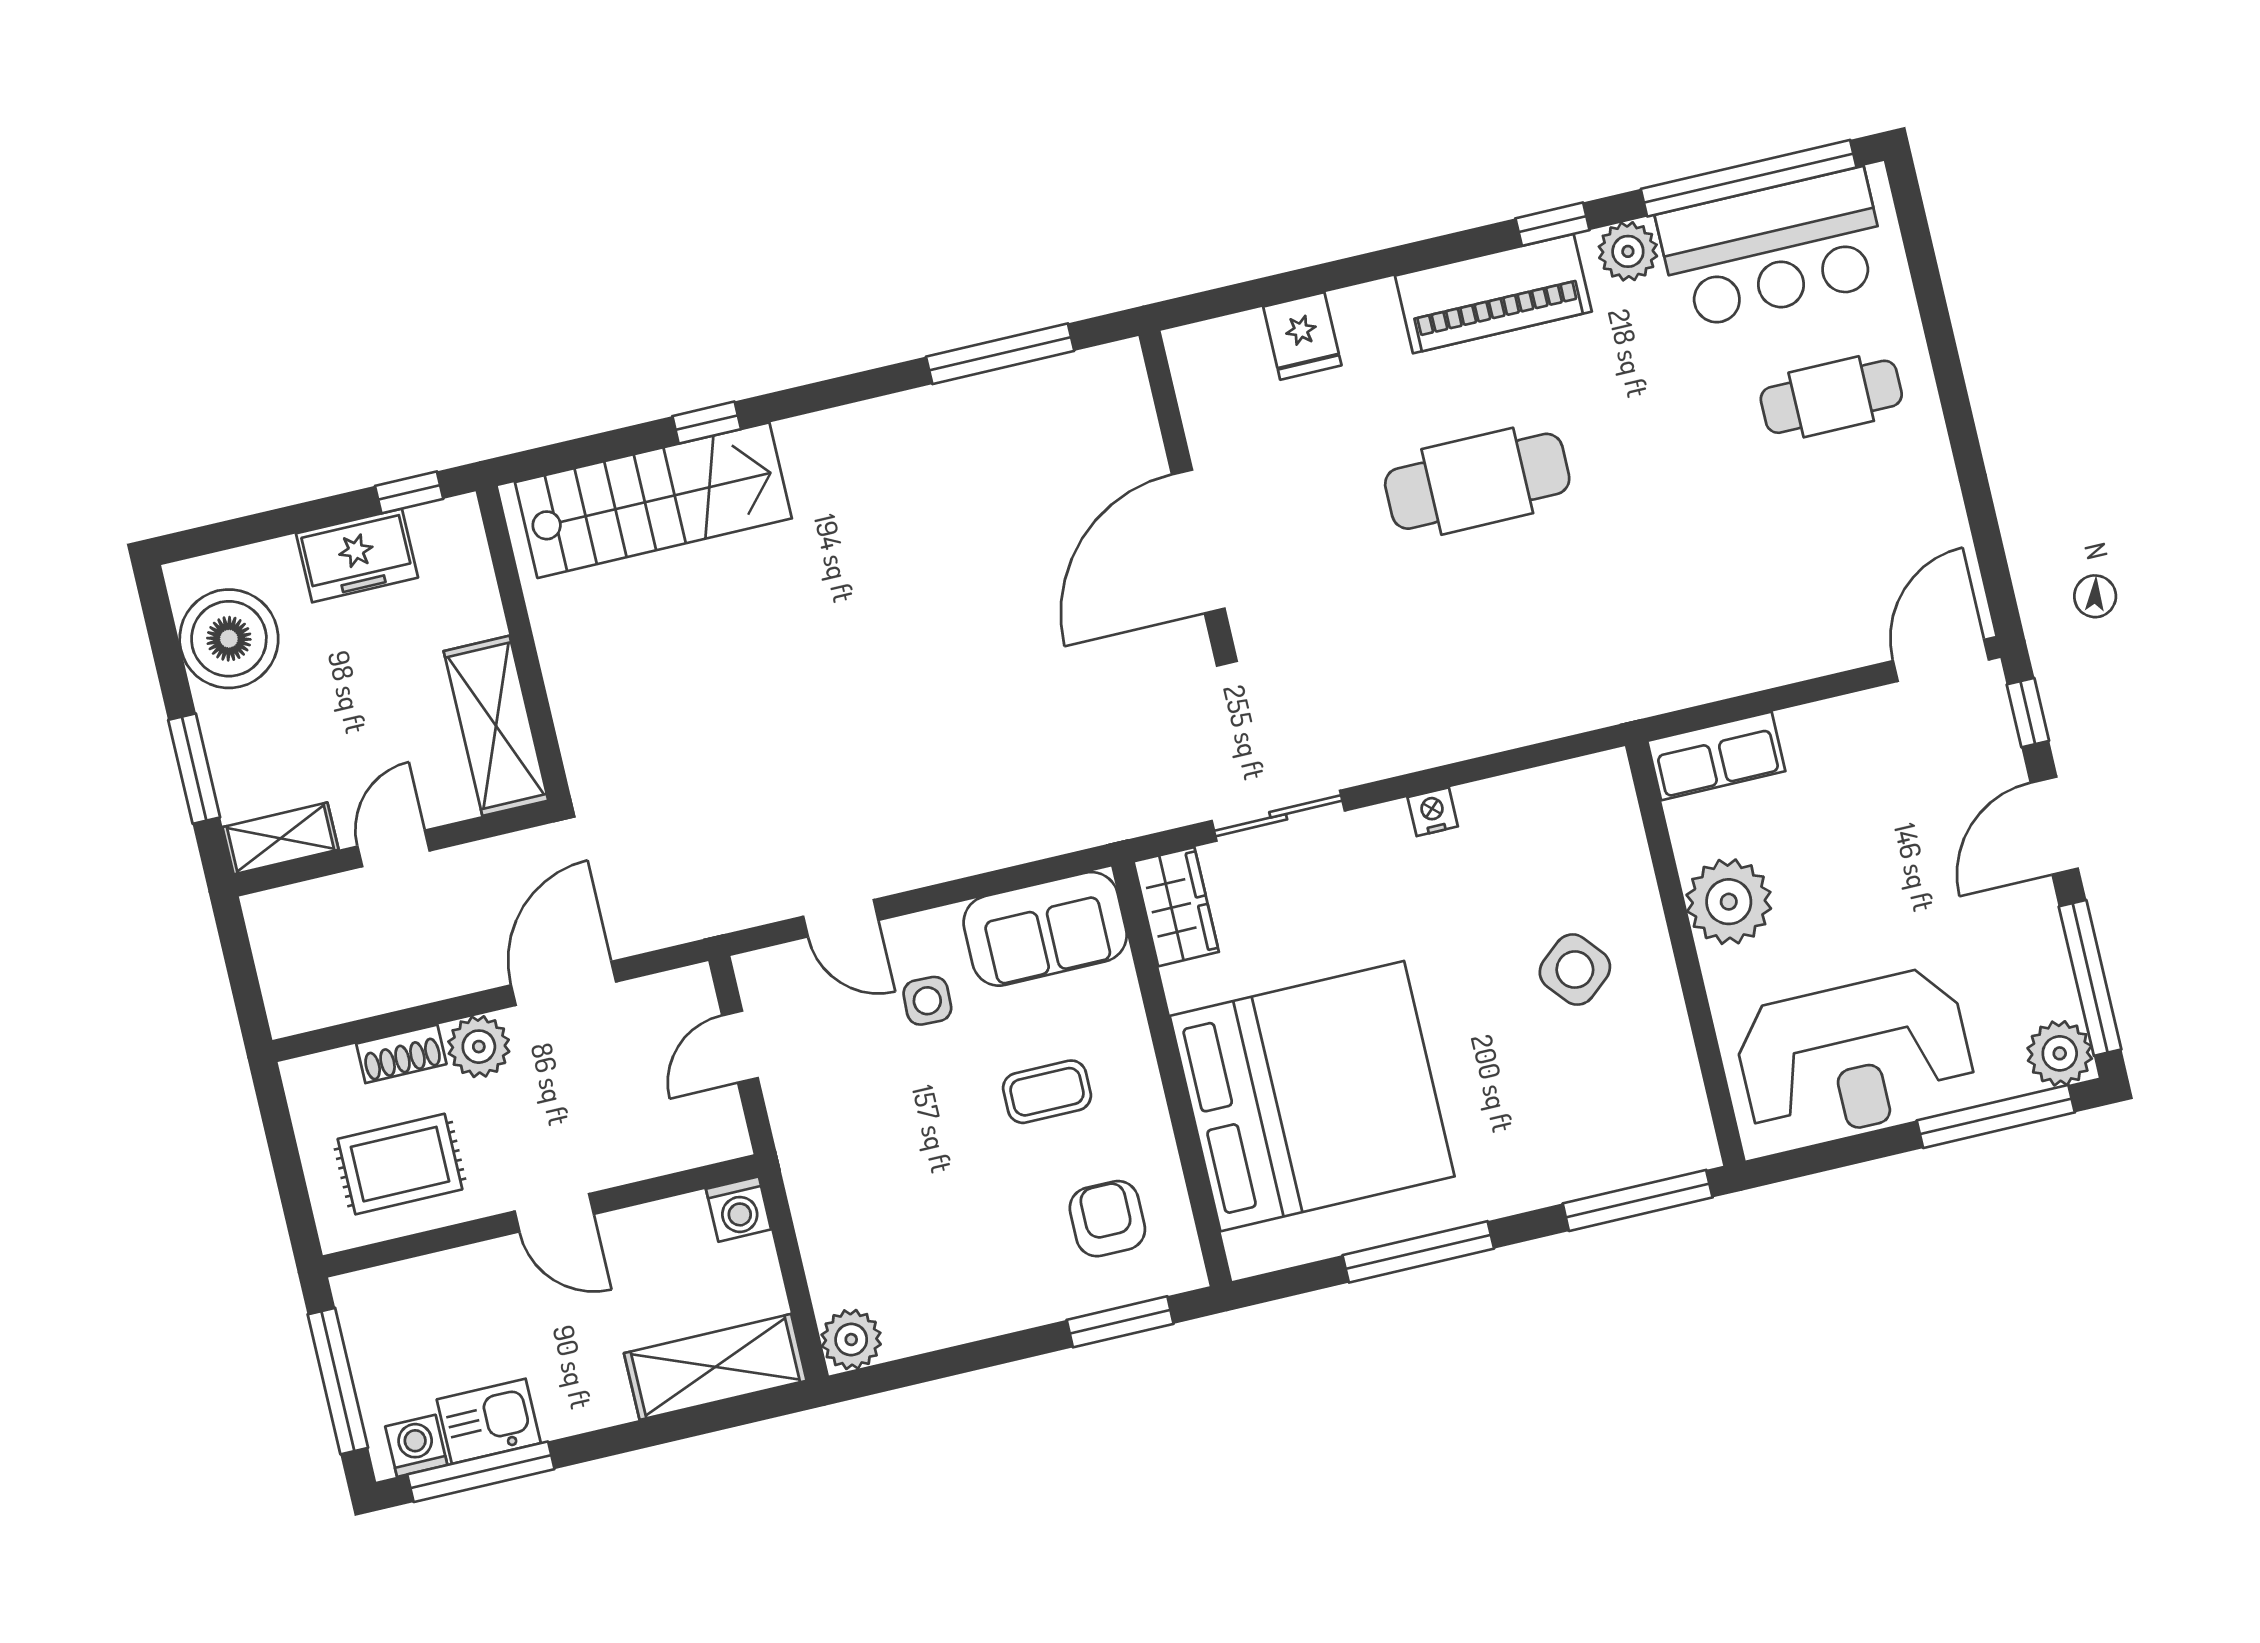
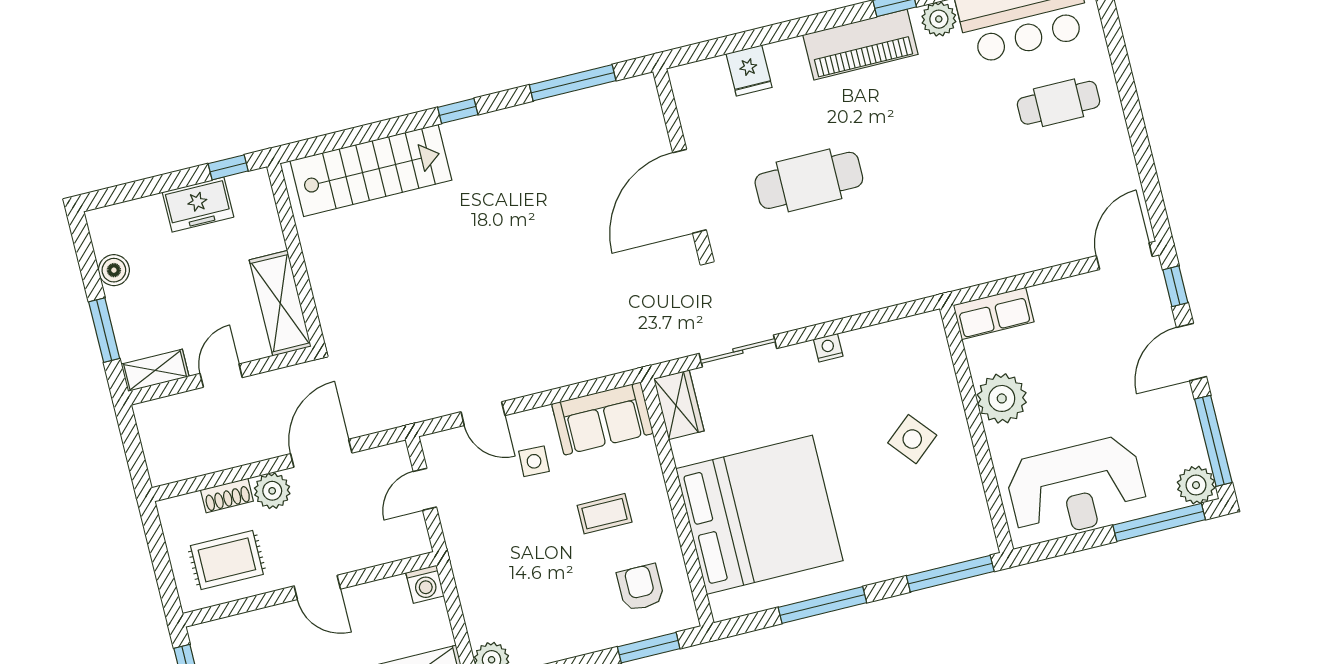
window: (707, 423) -> (458, 111), moved
cafe table: (1477, 481) -> (809, 180), moved
boiler: (229, 639) -> (114, 270), width x0.54, depth x0.54

